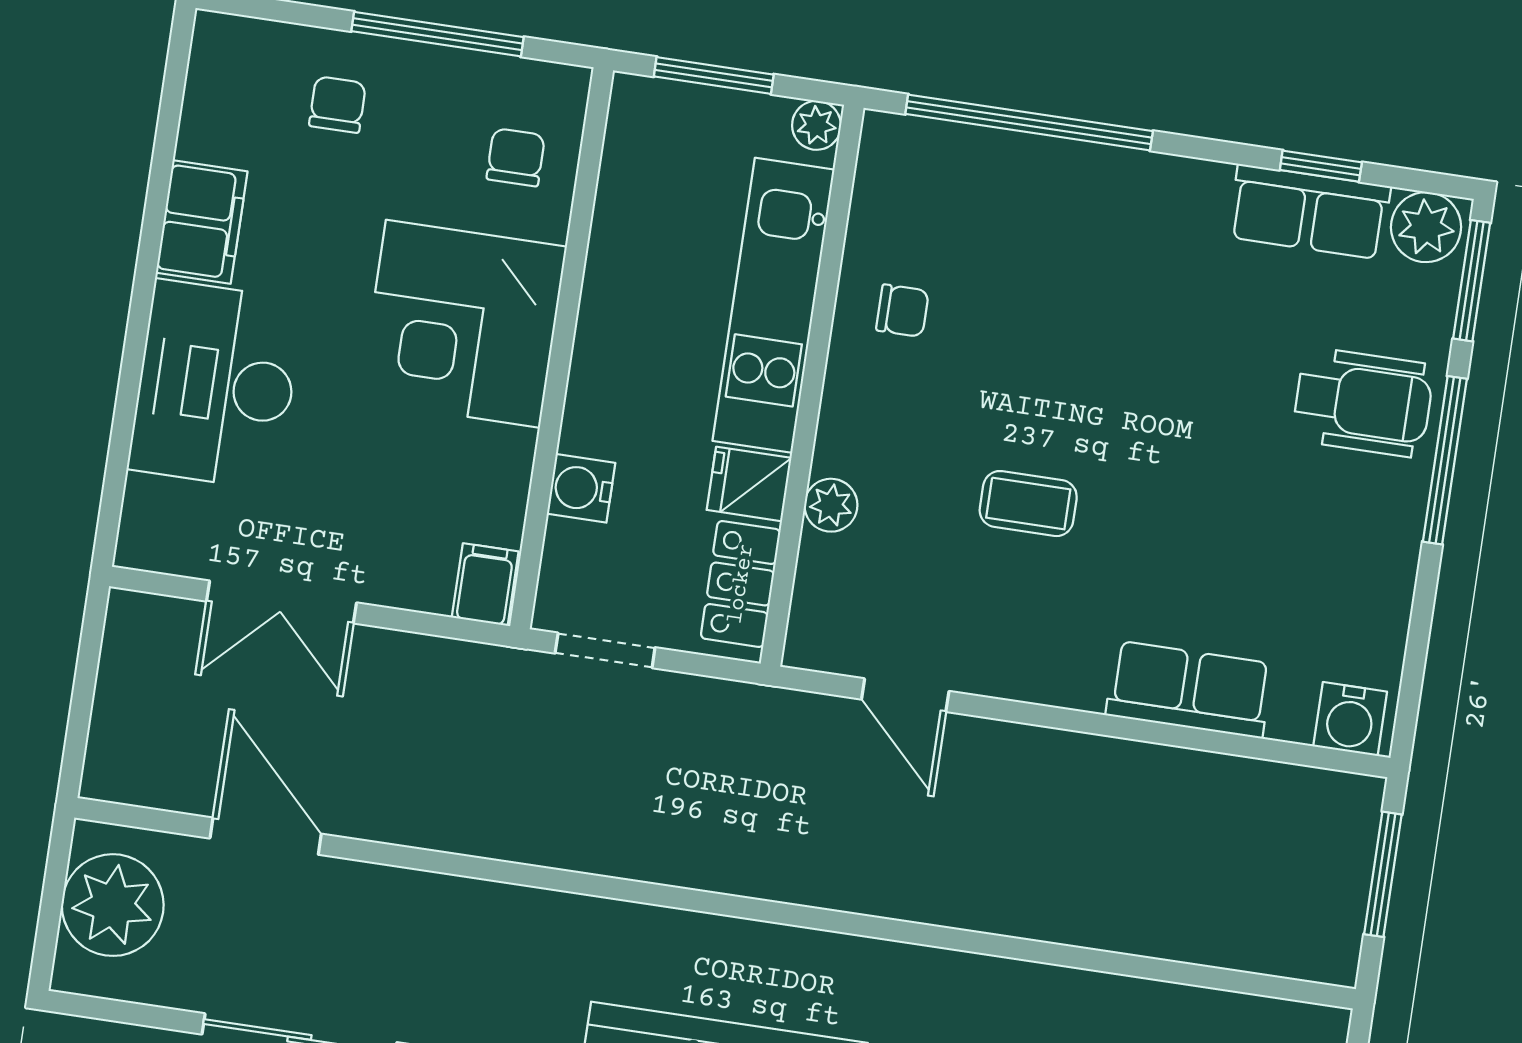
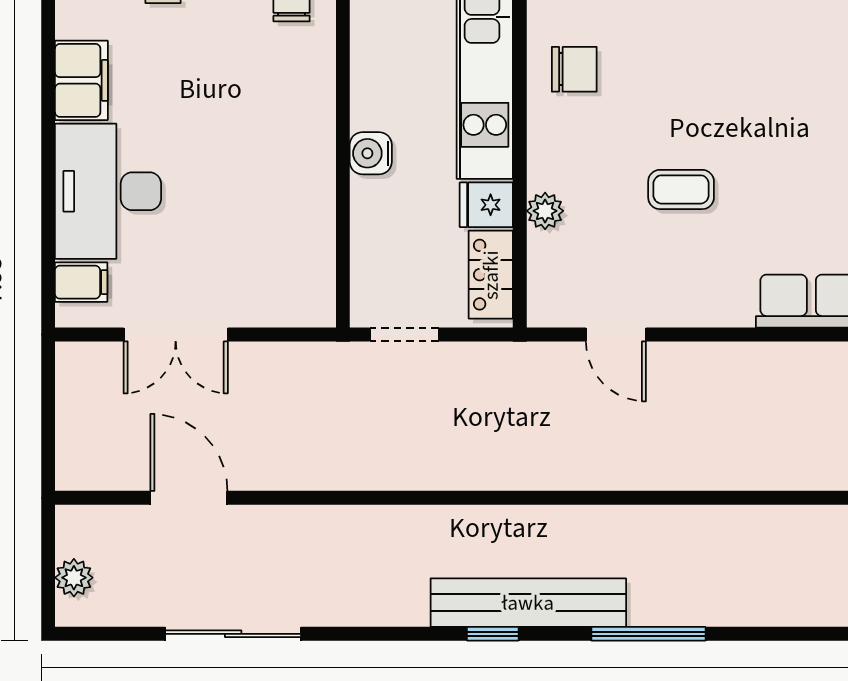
chair: (902, 311) -> (574, 69), width x1.37, depth x1.37
corner desk: (463, 324) -> (272, 124), removed
water cooler: (581, 488) -> (371, 153), moved
filing cabinet: (485, 585) -> (81, 282), moved, turned 90
plant: (113, 905) -> (74, 578), width x0.53, depth x0.53

